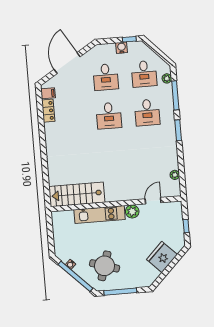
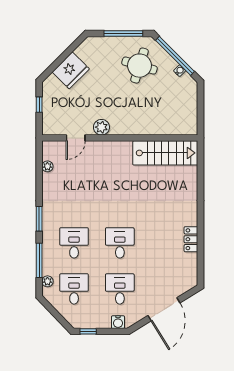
water cooler: (122, 48) -> (118, 322), moved
filing cabinet: (48, 93) -> (190, 275), removed
locker: (48, 111) -> (191, 239), moved
kitchen unit: (100, 215) -> (140, 127), removed

